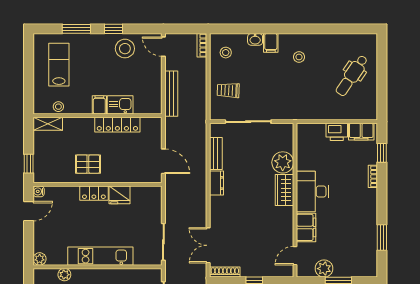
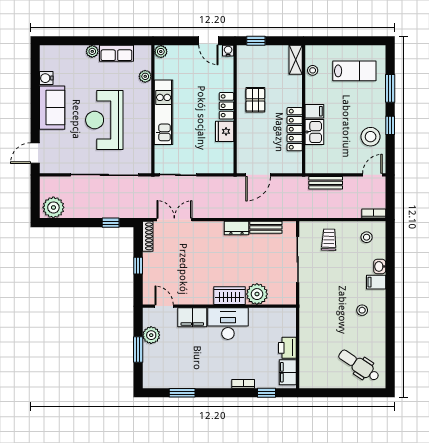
dental chair: (352, 76) -> (359, 365), moved
bench: (171, 94) -> (326, 183), width x0.73

